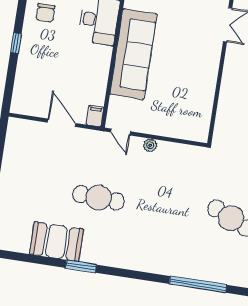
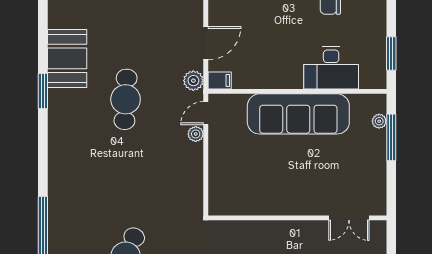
plant: (92, 138) -> (193, 81), added
plant: (150, 145) -> (196, 134), moved

